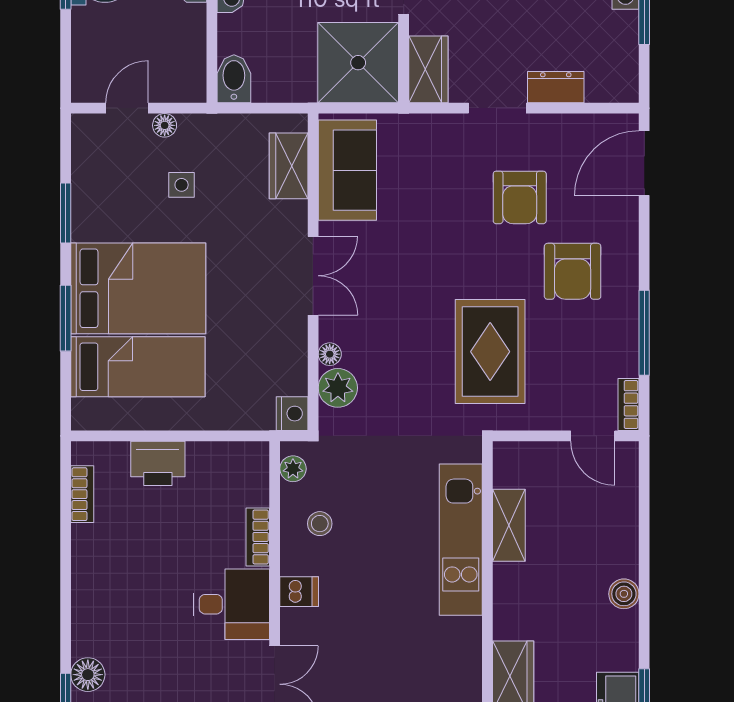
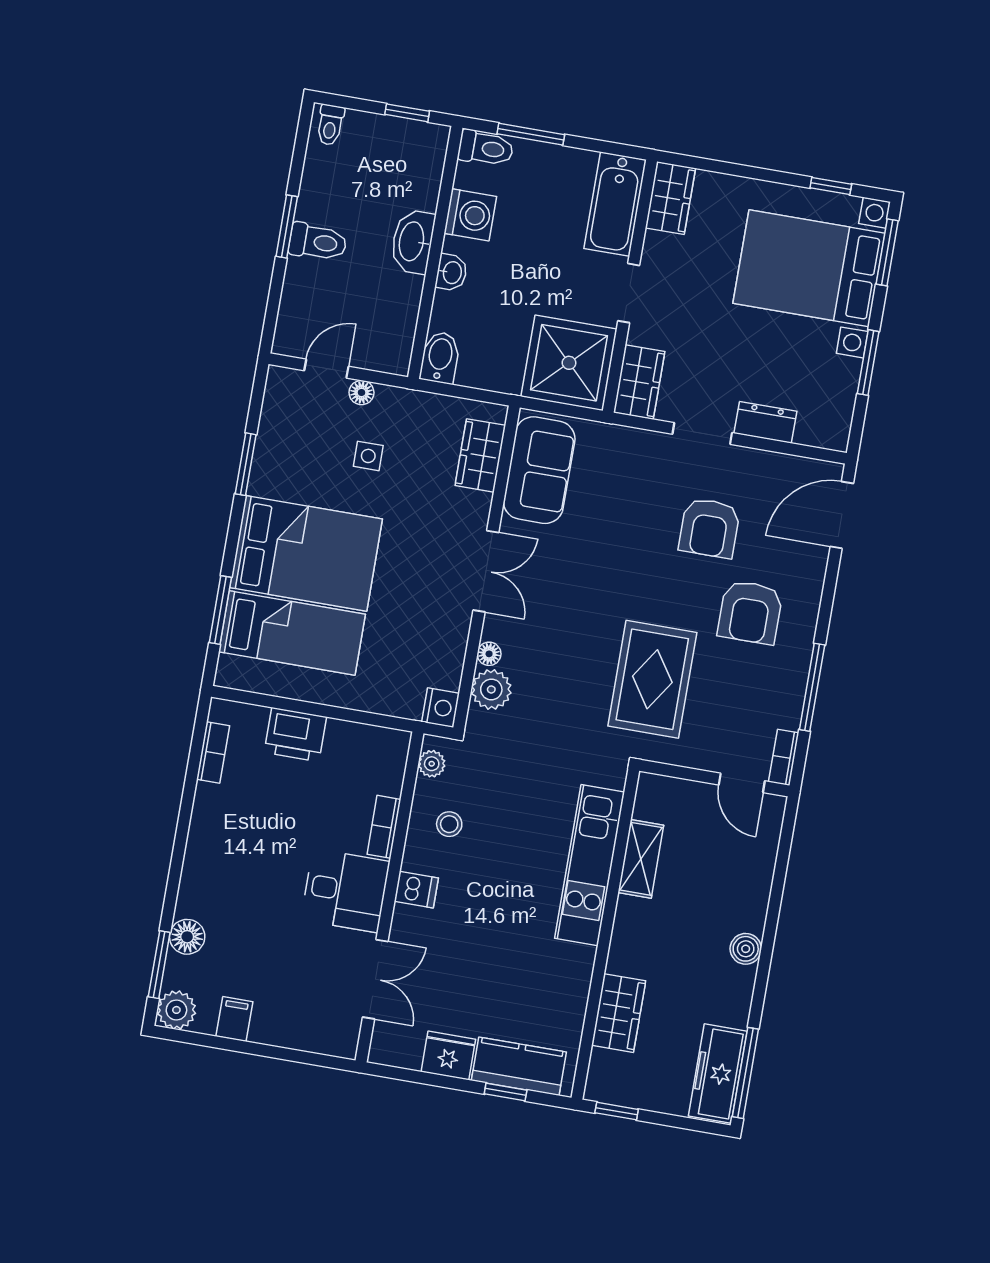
window: (66, 318) -> (220, 610), moved

